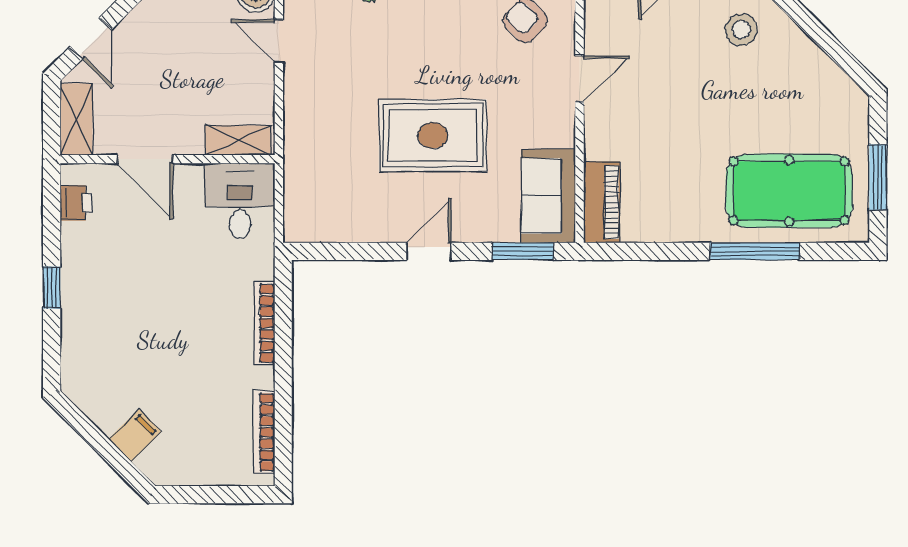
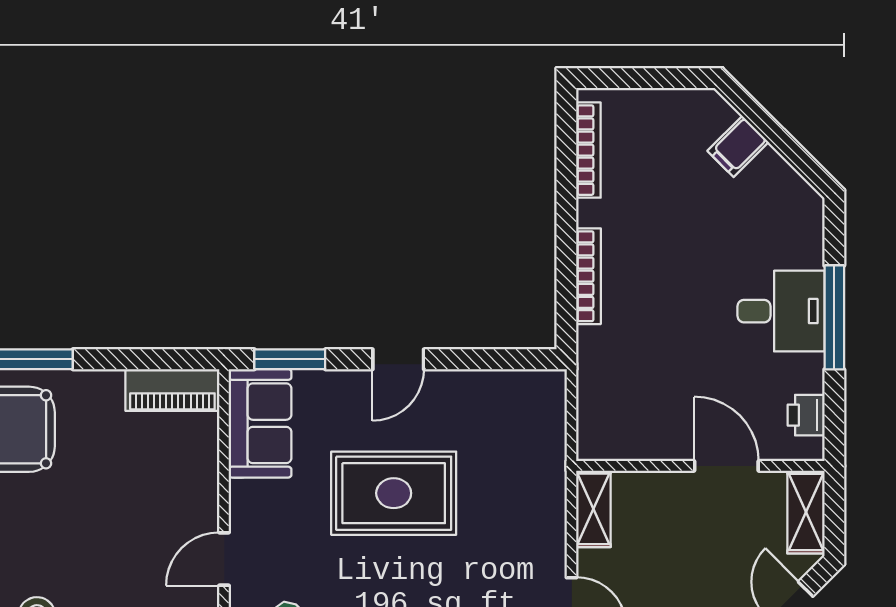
shelving: (238, 140) -> (593, 509), moved, turned 90
desk: (240, 201) -> (781, 311), moved, turned -90
piano: (602, 202) -> (172, 390), moved, turned -90
window: (52, 288) -> (834, 317), width x2.17

